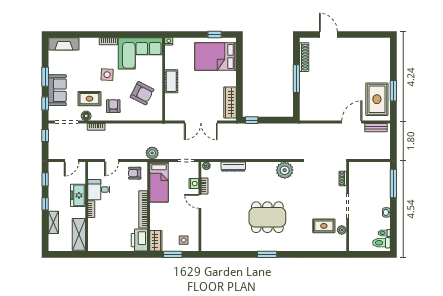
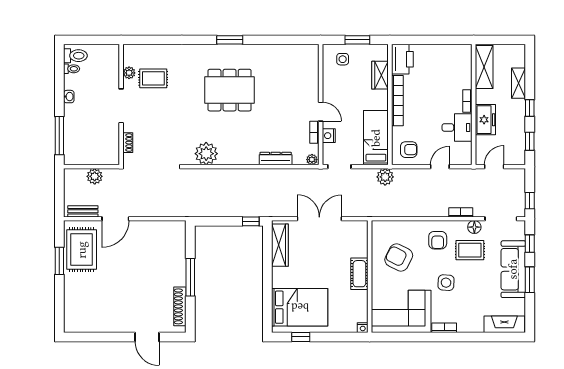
sofa: (57, 90) -> (513, 269), width x1.36
plant: (367, 153) -> (95, 176), added
wardrobe: (156, 241) -> (380, 75), moved

